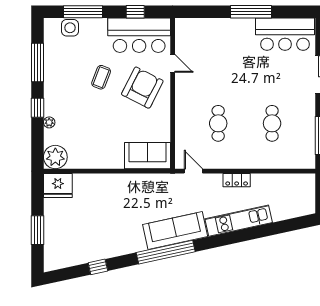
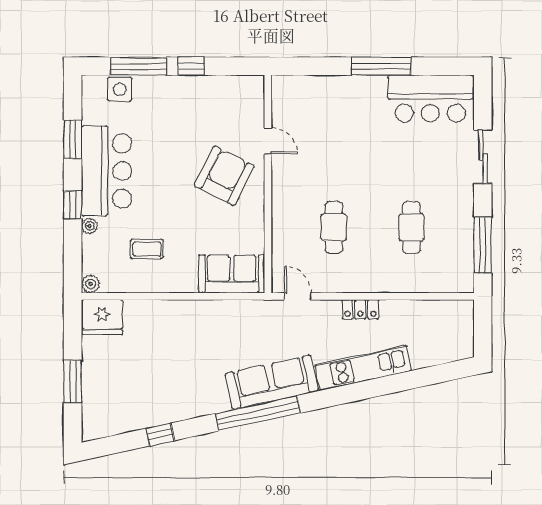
window: (135, 12) -> (191, 66), moved
bar counter: (139, 35) -> (107, 171), moved, turned -90
window: (37, 62) -> (73, 139), width x0.69
coffee table: (101, 77) -> (147, 249), moved, turned 69
plant: (55, 157) -> (91, 284), width x0.53, depth x0.53

